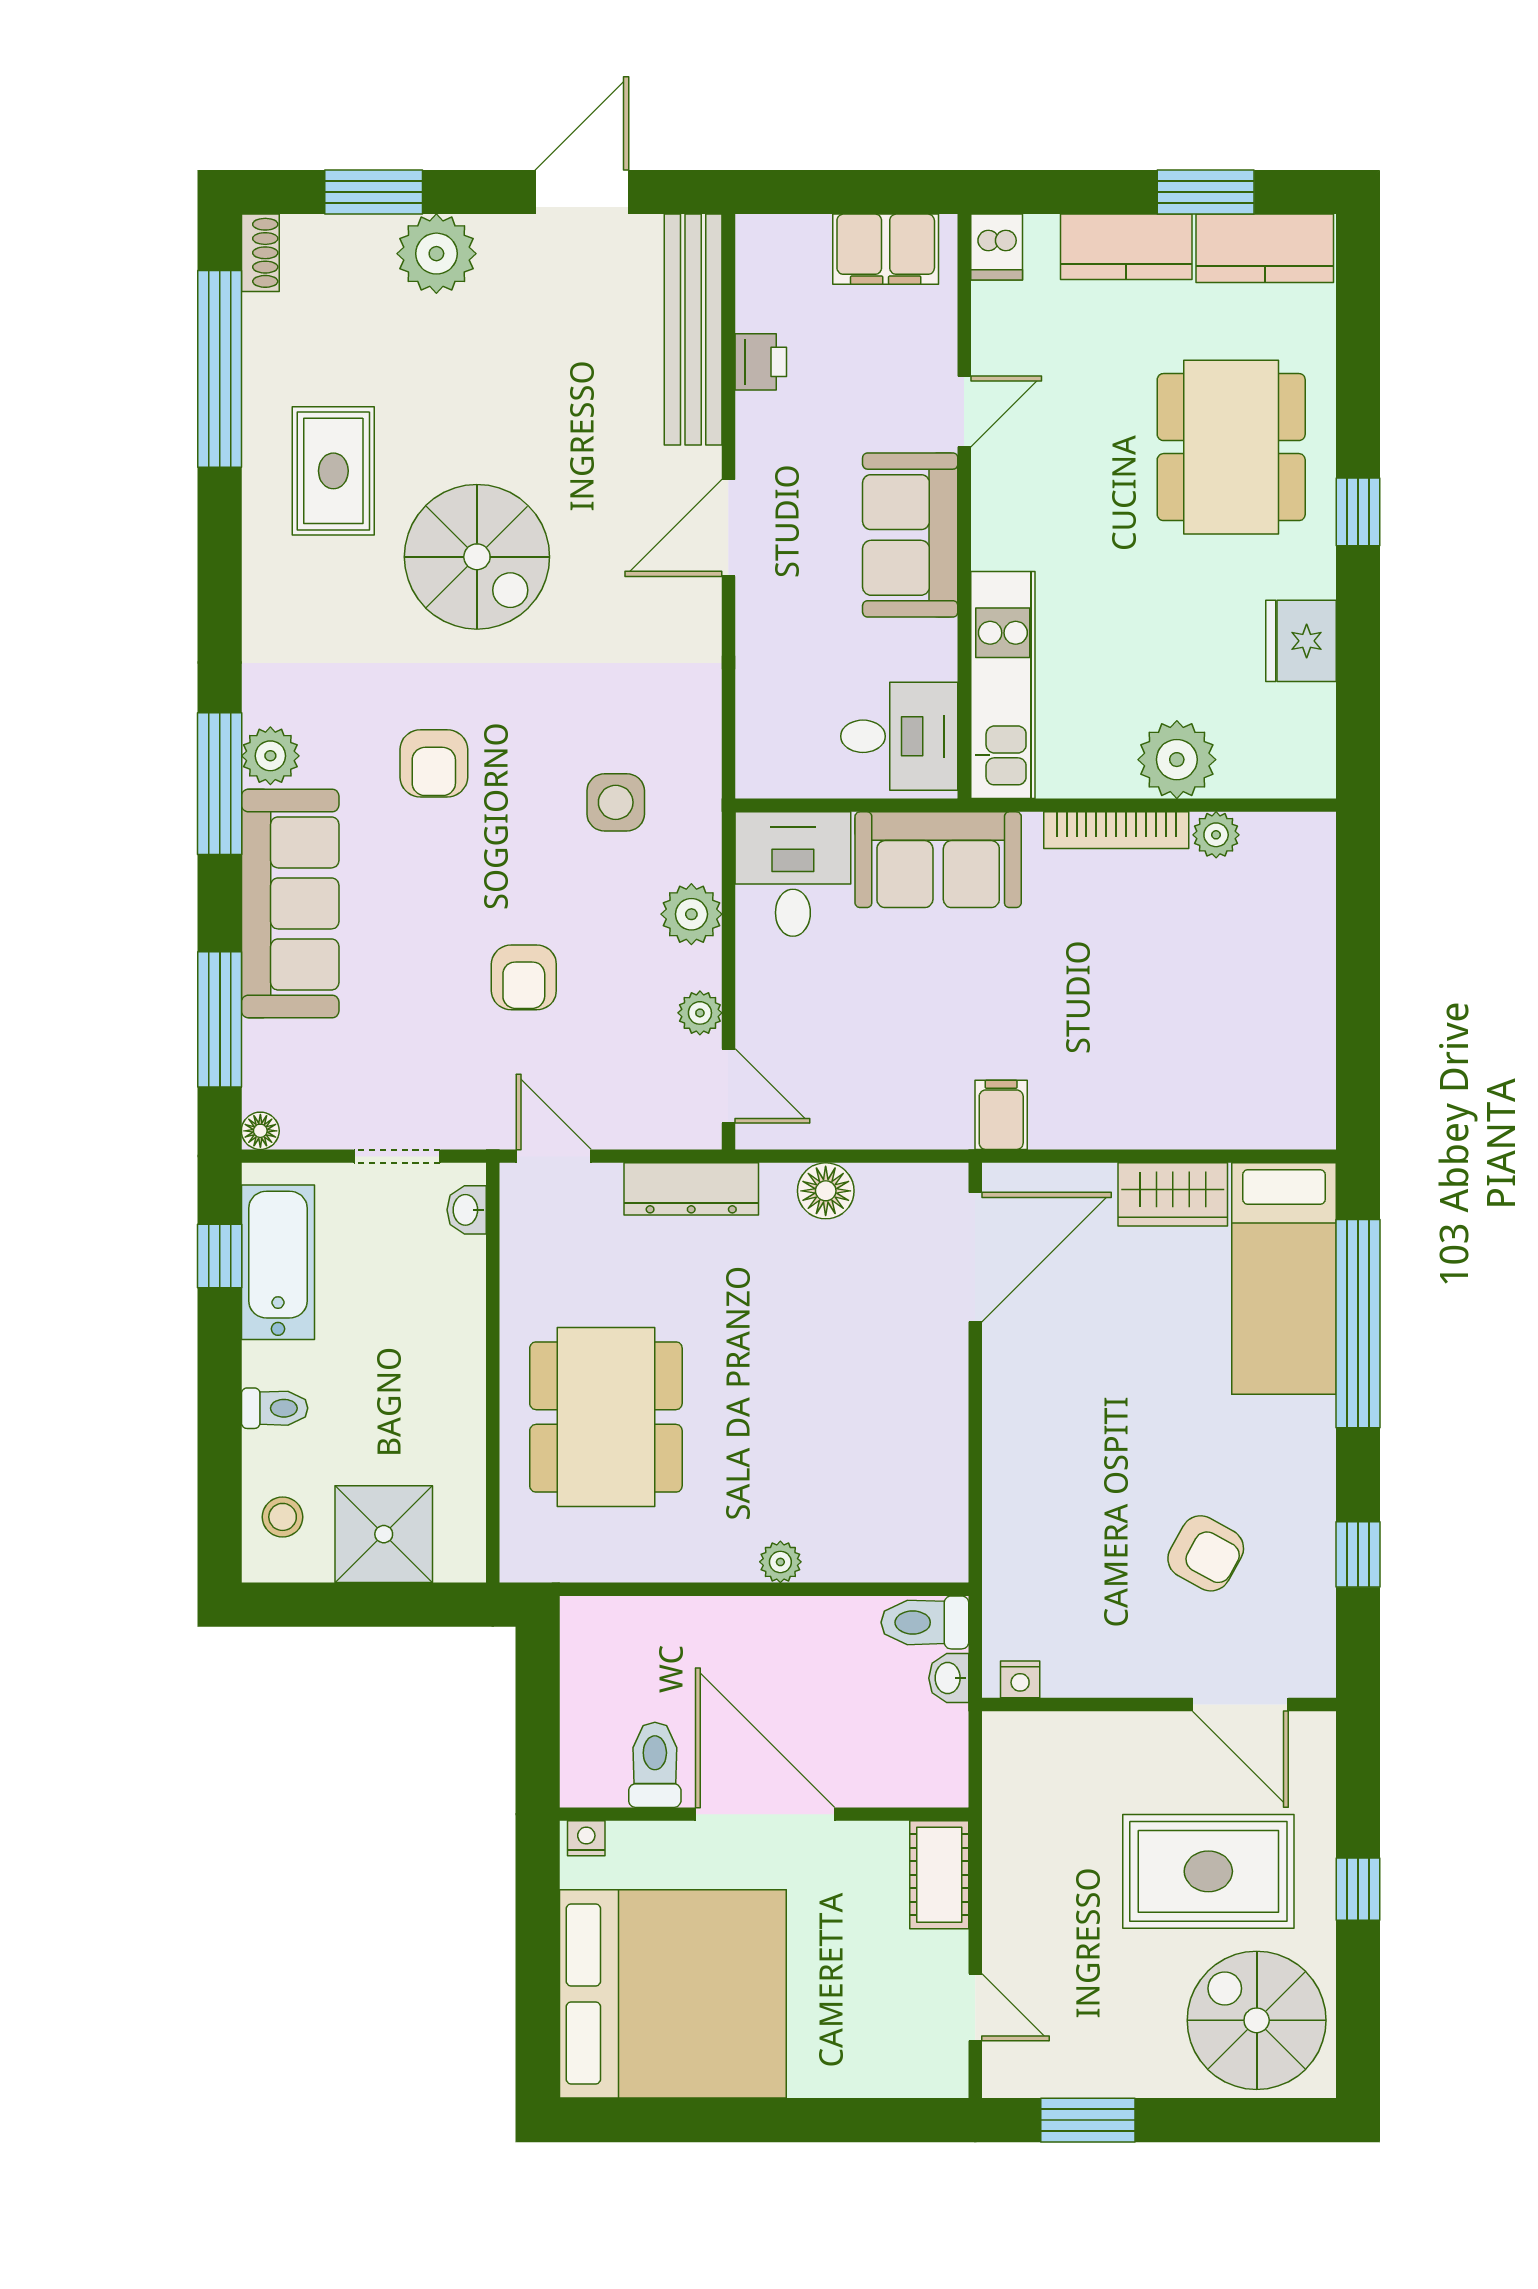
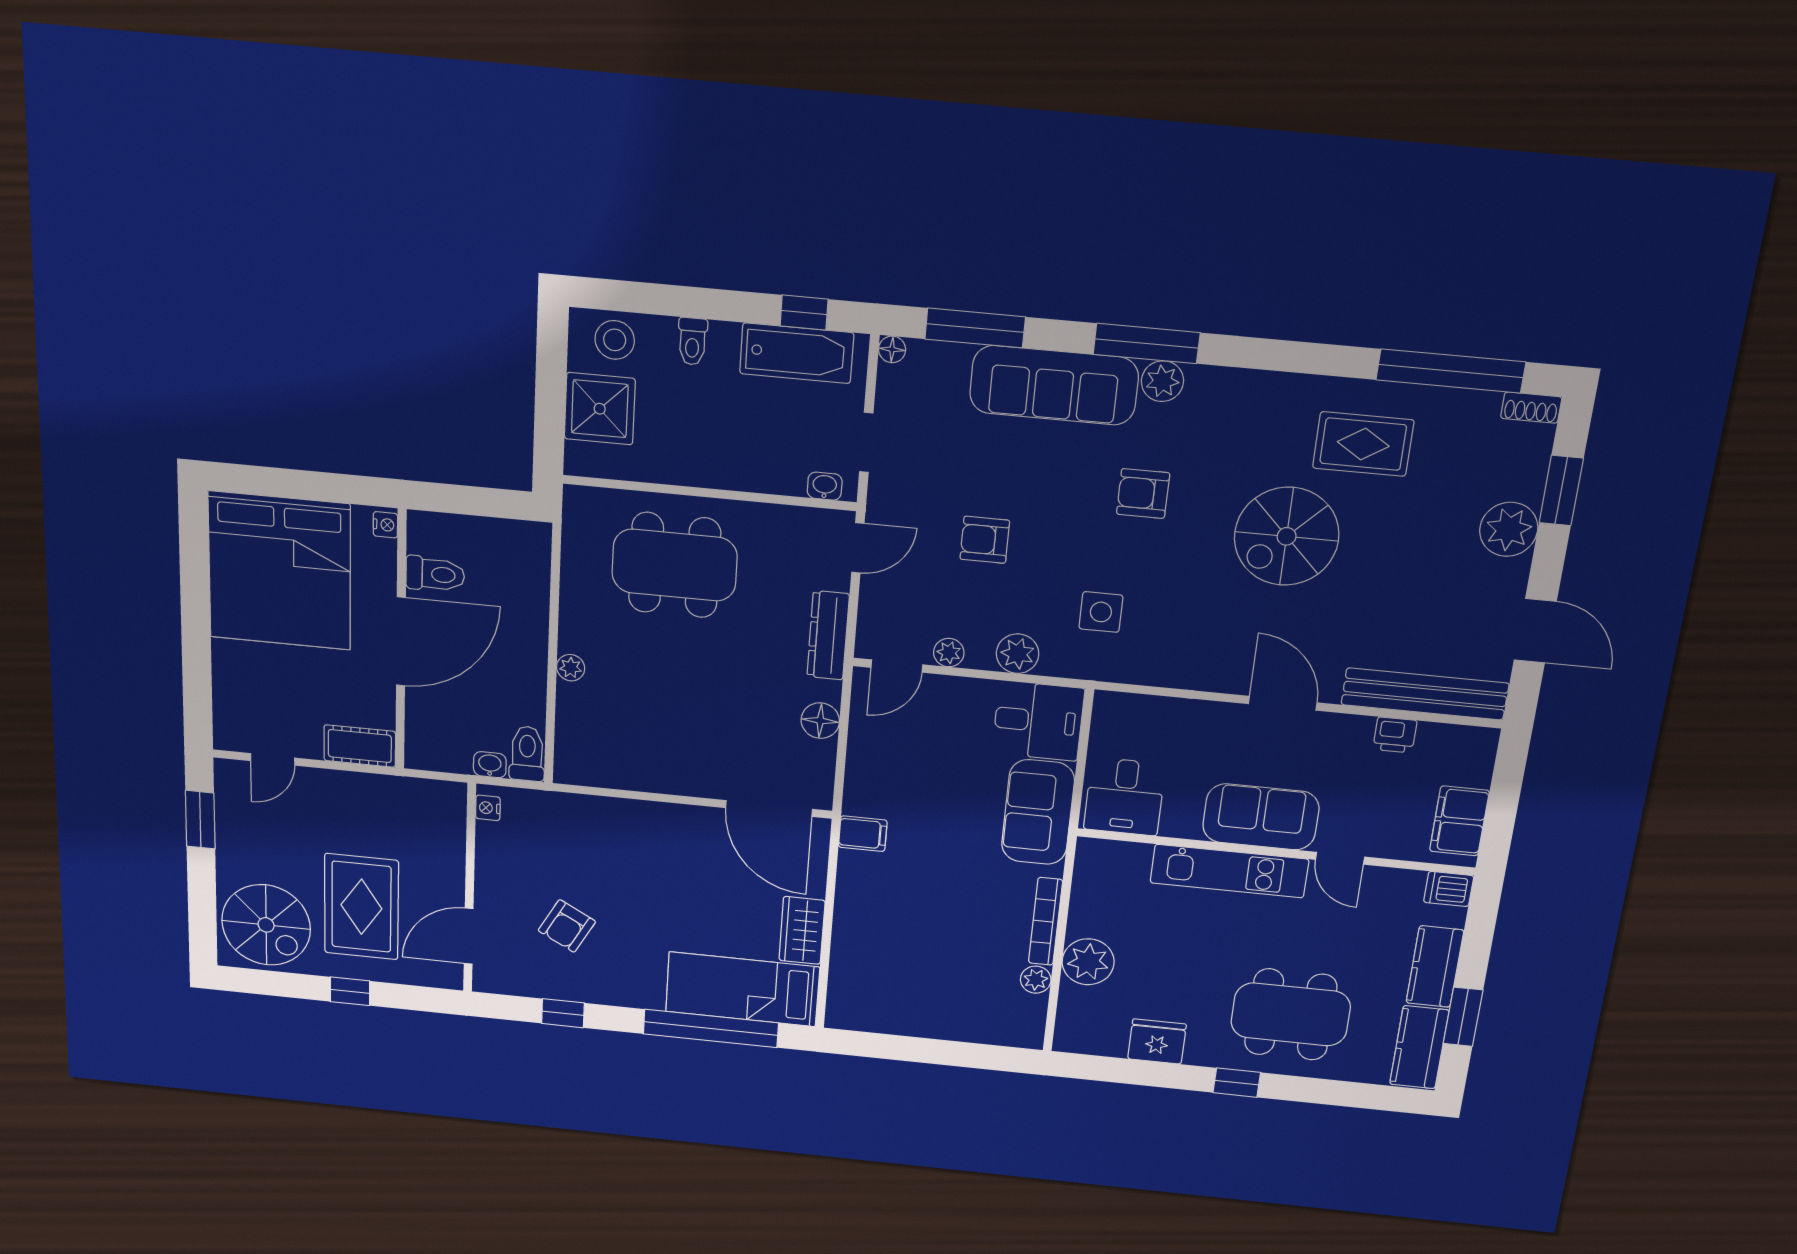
kitchen unit: (1003, 685) -> (1229, 871), moved
stool: (283, 1517) -> (615, 340), width x1.37, depth x1.37
spiral stairs: (1257, 2020) -> (266, 925), turned 90

